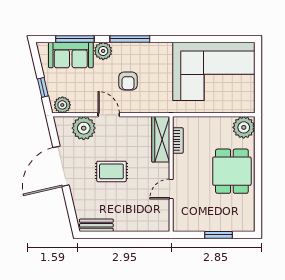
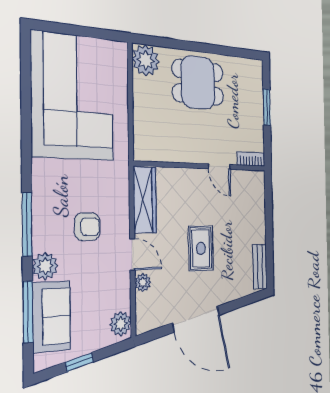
window: (43, 87) -> (79, 362), moved
door: (109, 115) -> (132, 254), swing flipped
plant: (84, 128) -> (143, 282), width x0.53, depth x0.53
wardrobe: (161, 139) -> (145, 200), moved, turned -90
bookcase: (178, 140) -> (251, 159), moved

